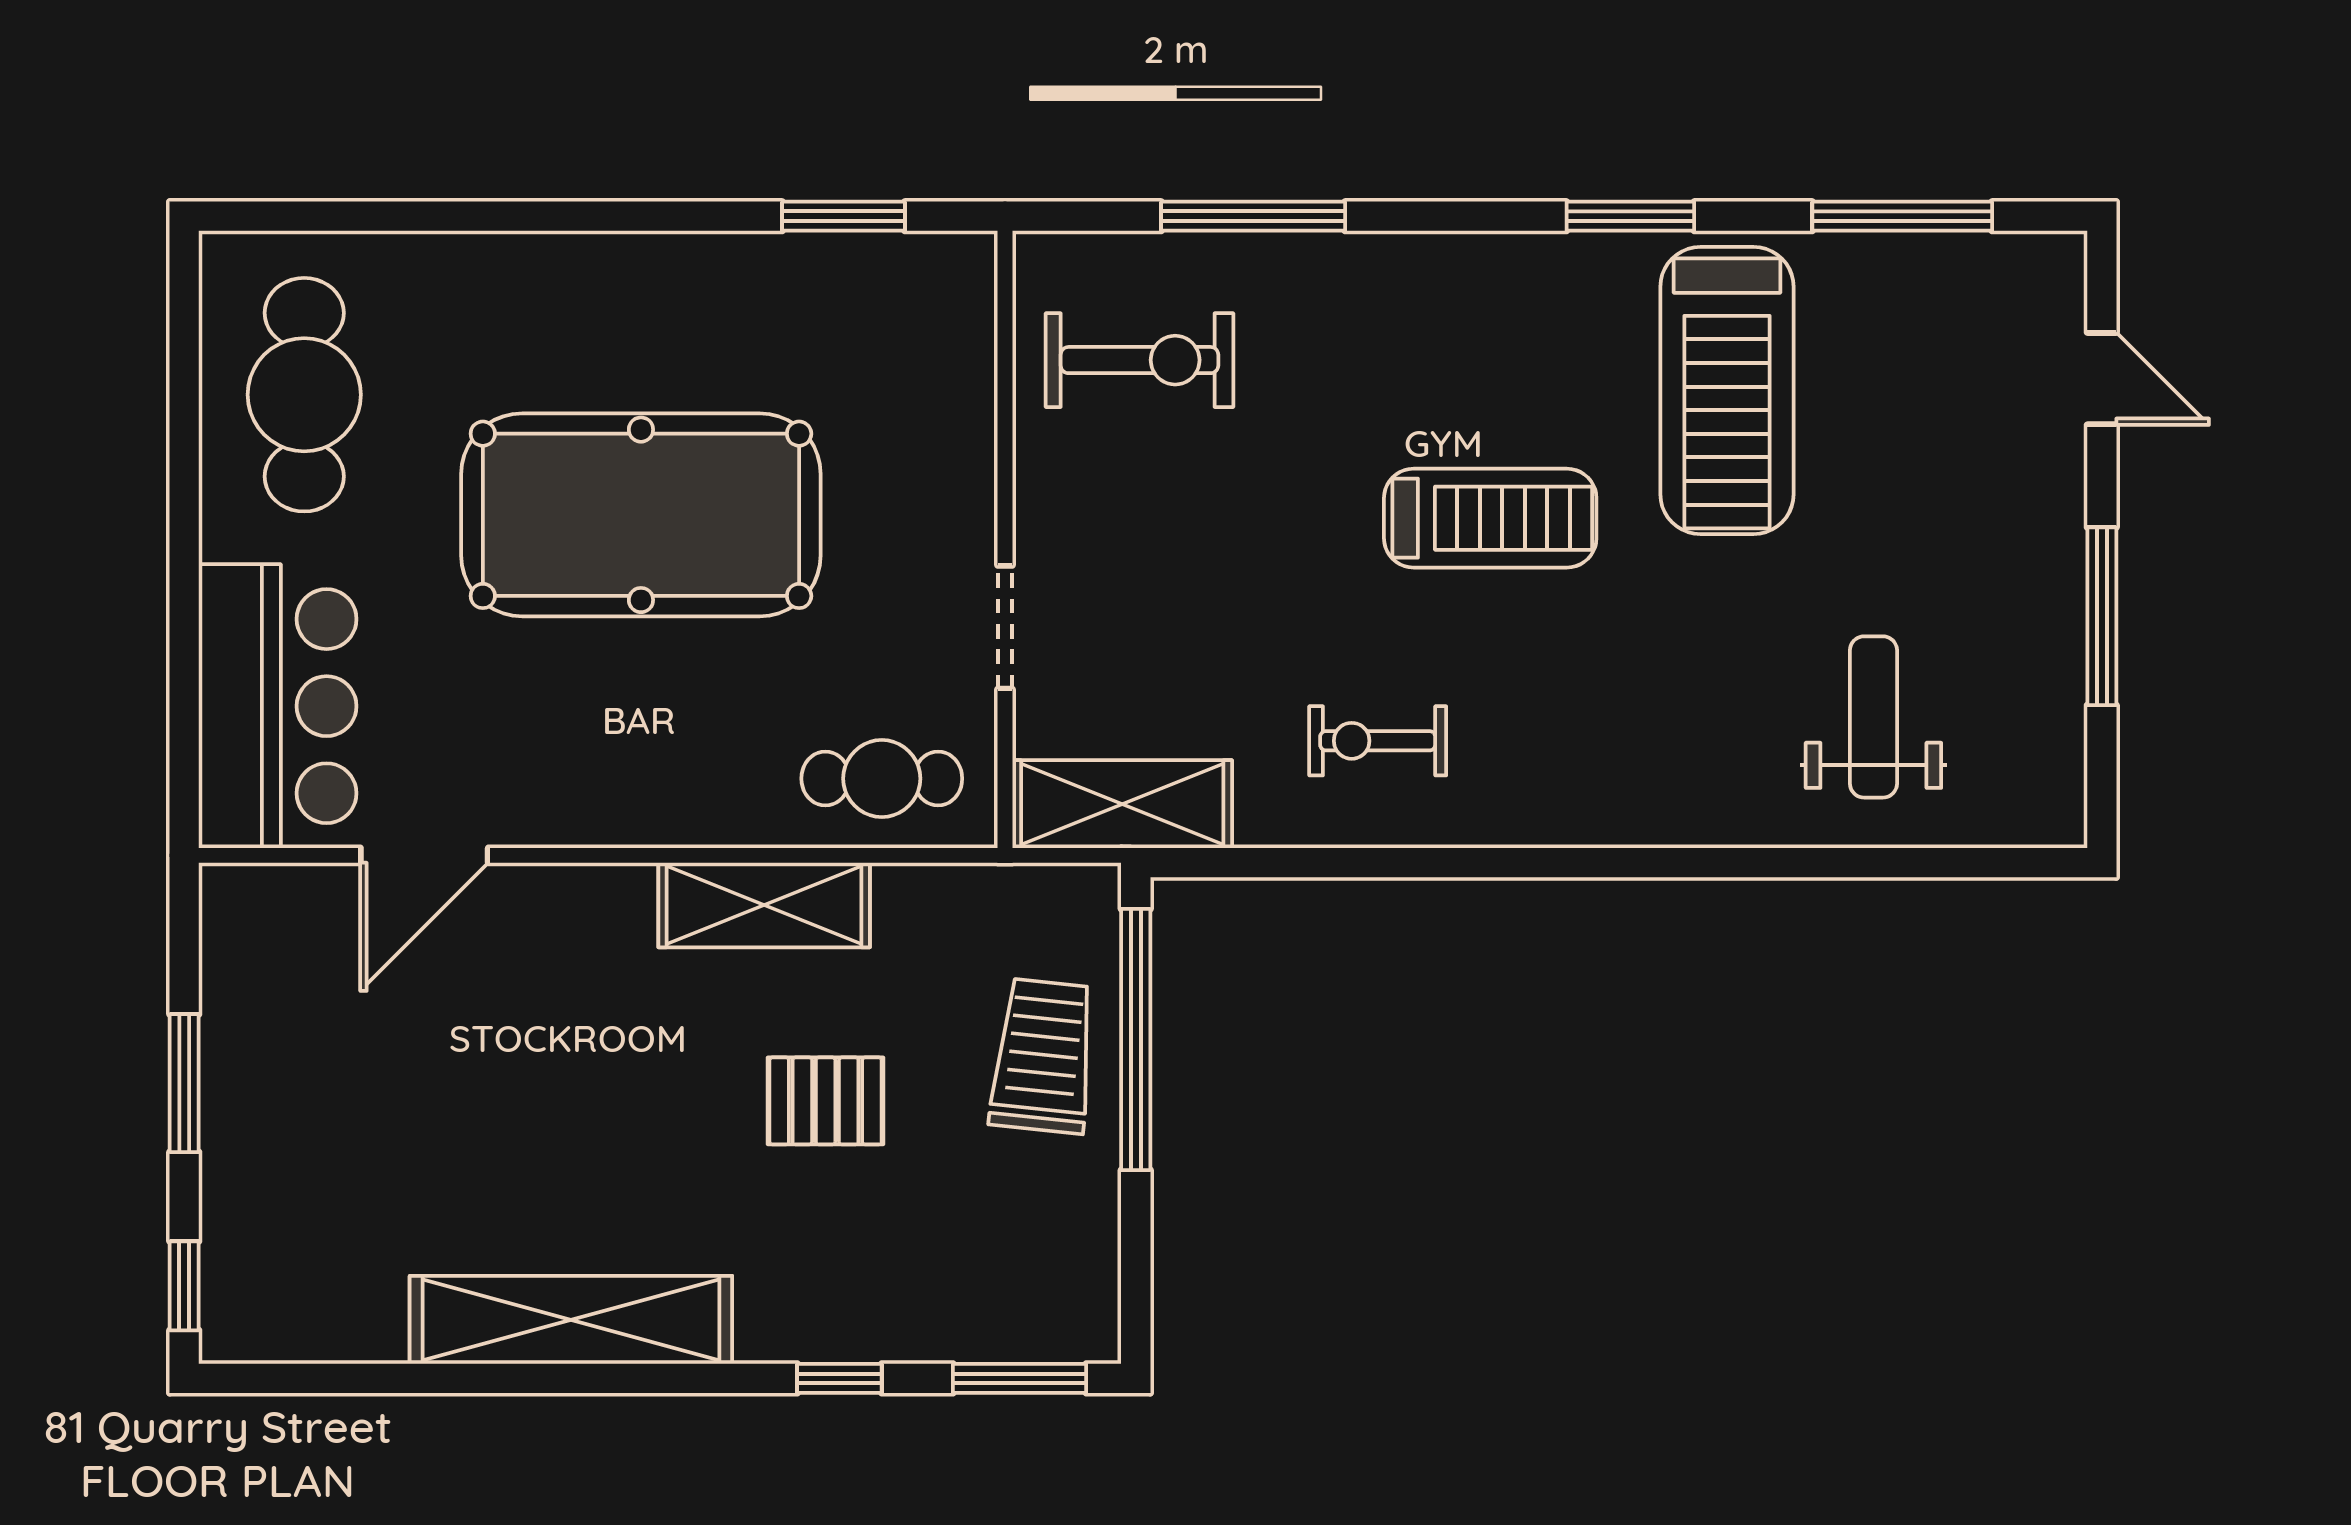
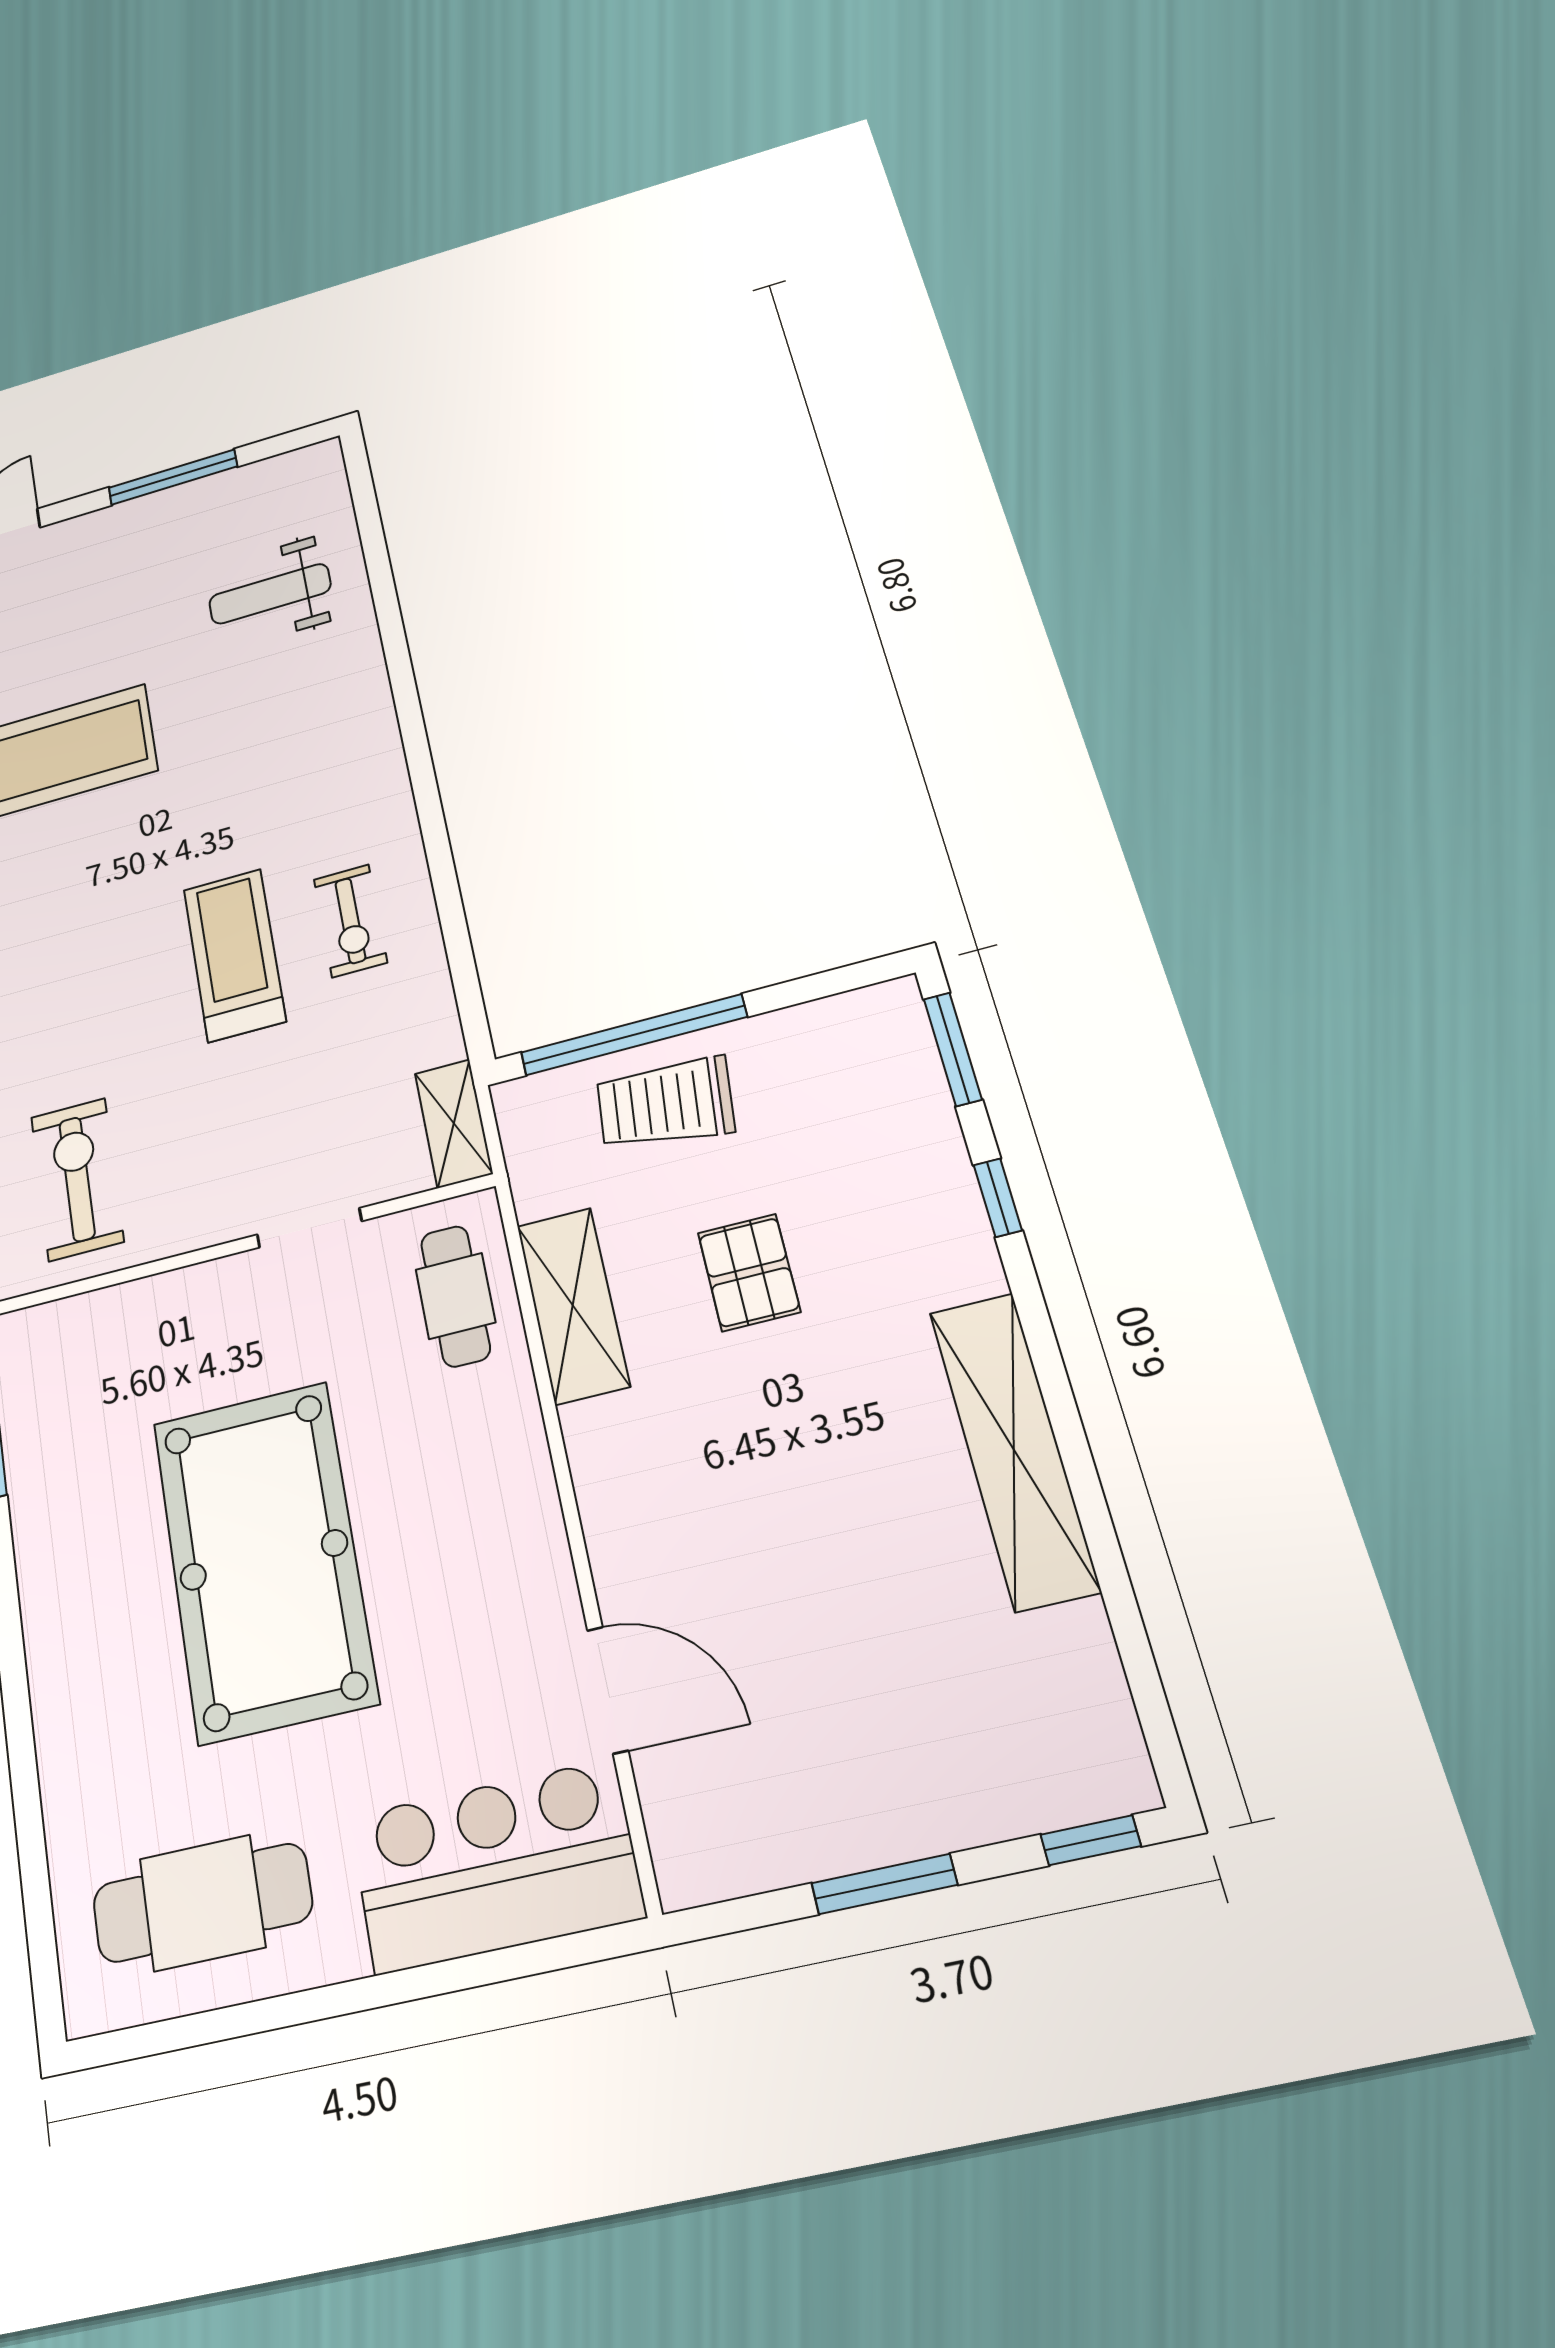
treadmill: (1490, 518) -> (234, 955), moved
shelving: (1122, 804) -> (454, 1123), width x0.67, depth x0.75
shelving: (764, 905) -> (573, 1305), moved

